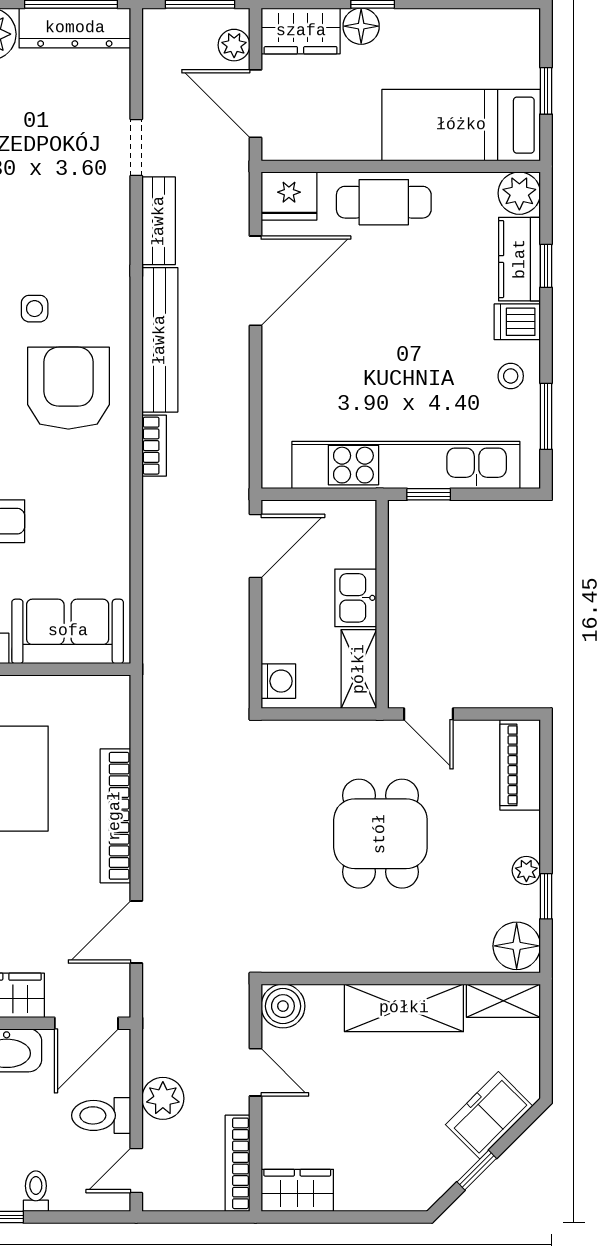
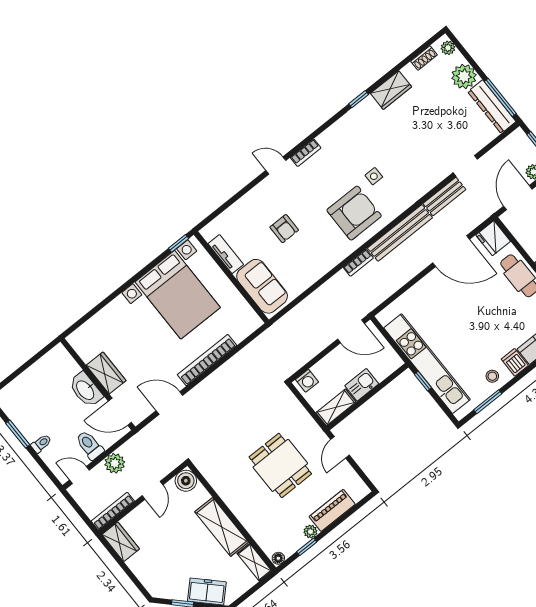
piano: (520, 765) -> (332, 510), moved
dining table: (380, 834) -> (280, 465), turned 90
floor lamp: (517, 946) -> (278, 558), width x0.53, depth x0.53

